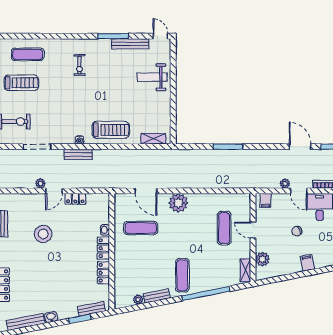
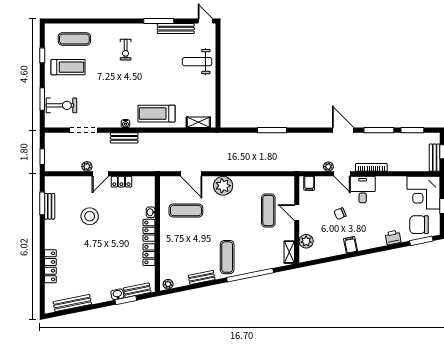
treadmill: (111, 130) -> (156, 114), turned 180
plant: (138, 300) -> (168, 284), moved
washbasin: (51, 317) -> (117, 294), moved

